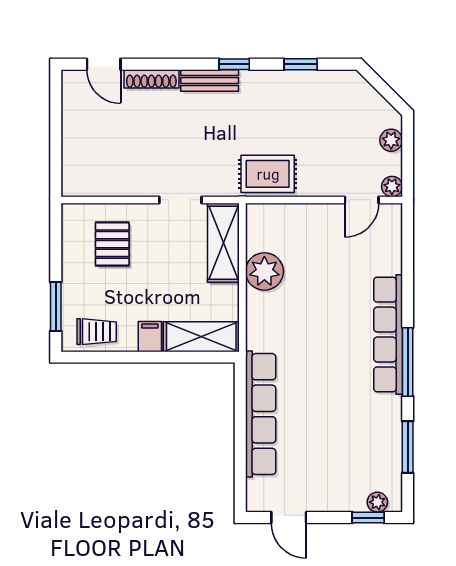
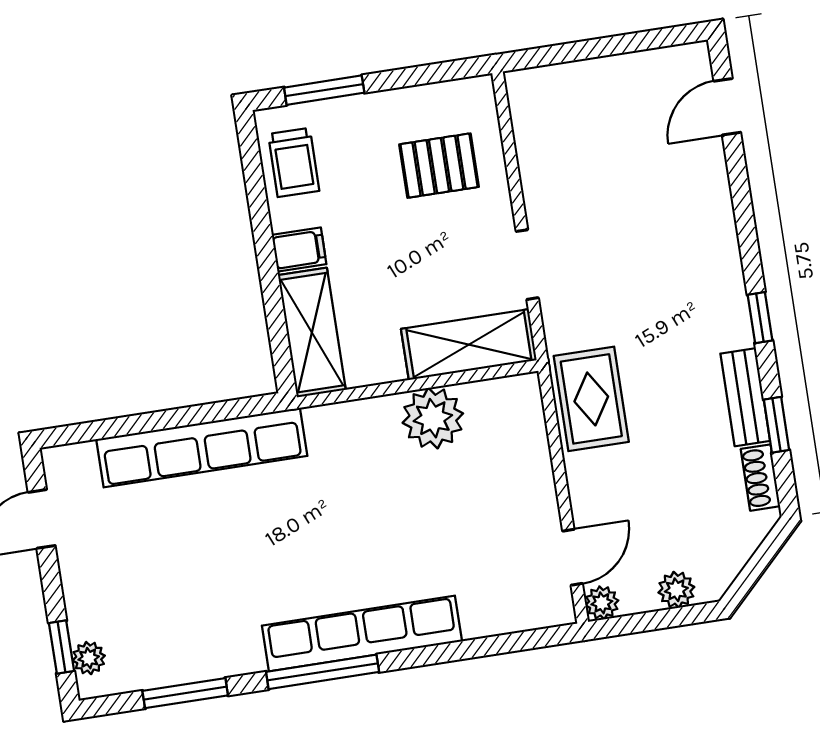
shoe rack: (151, 79) -> (760, 478), moved, width x0.70
bench: (210, 80) -> (745, 397), moved
door: (362, 200) -> (573, 557), swing flipped

